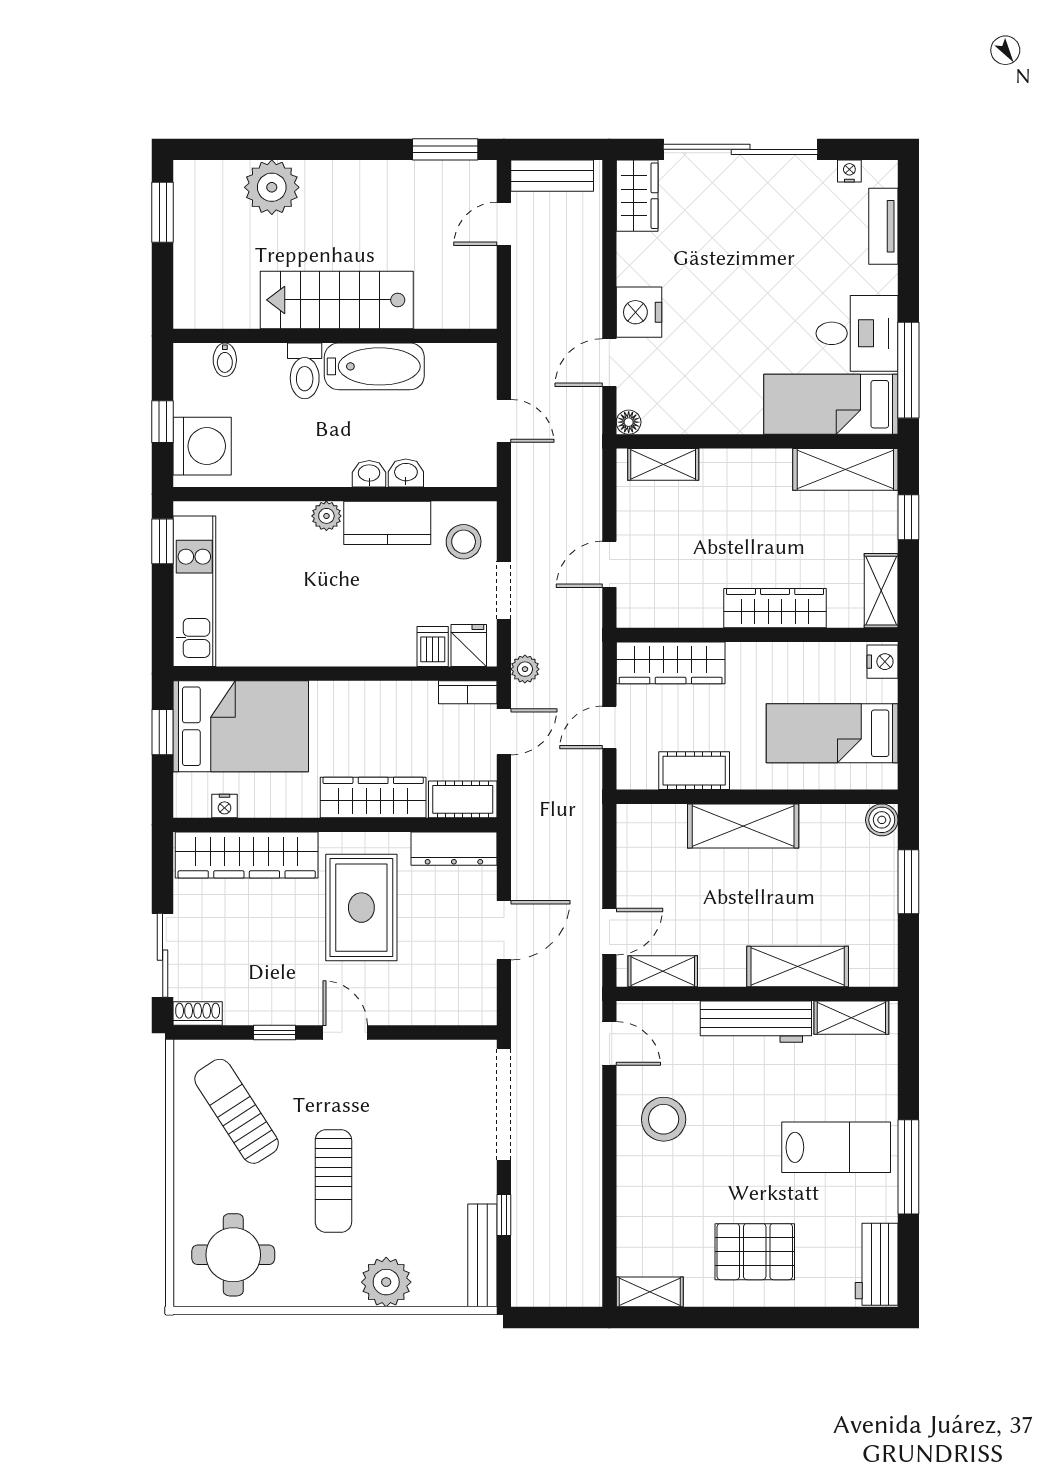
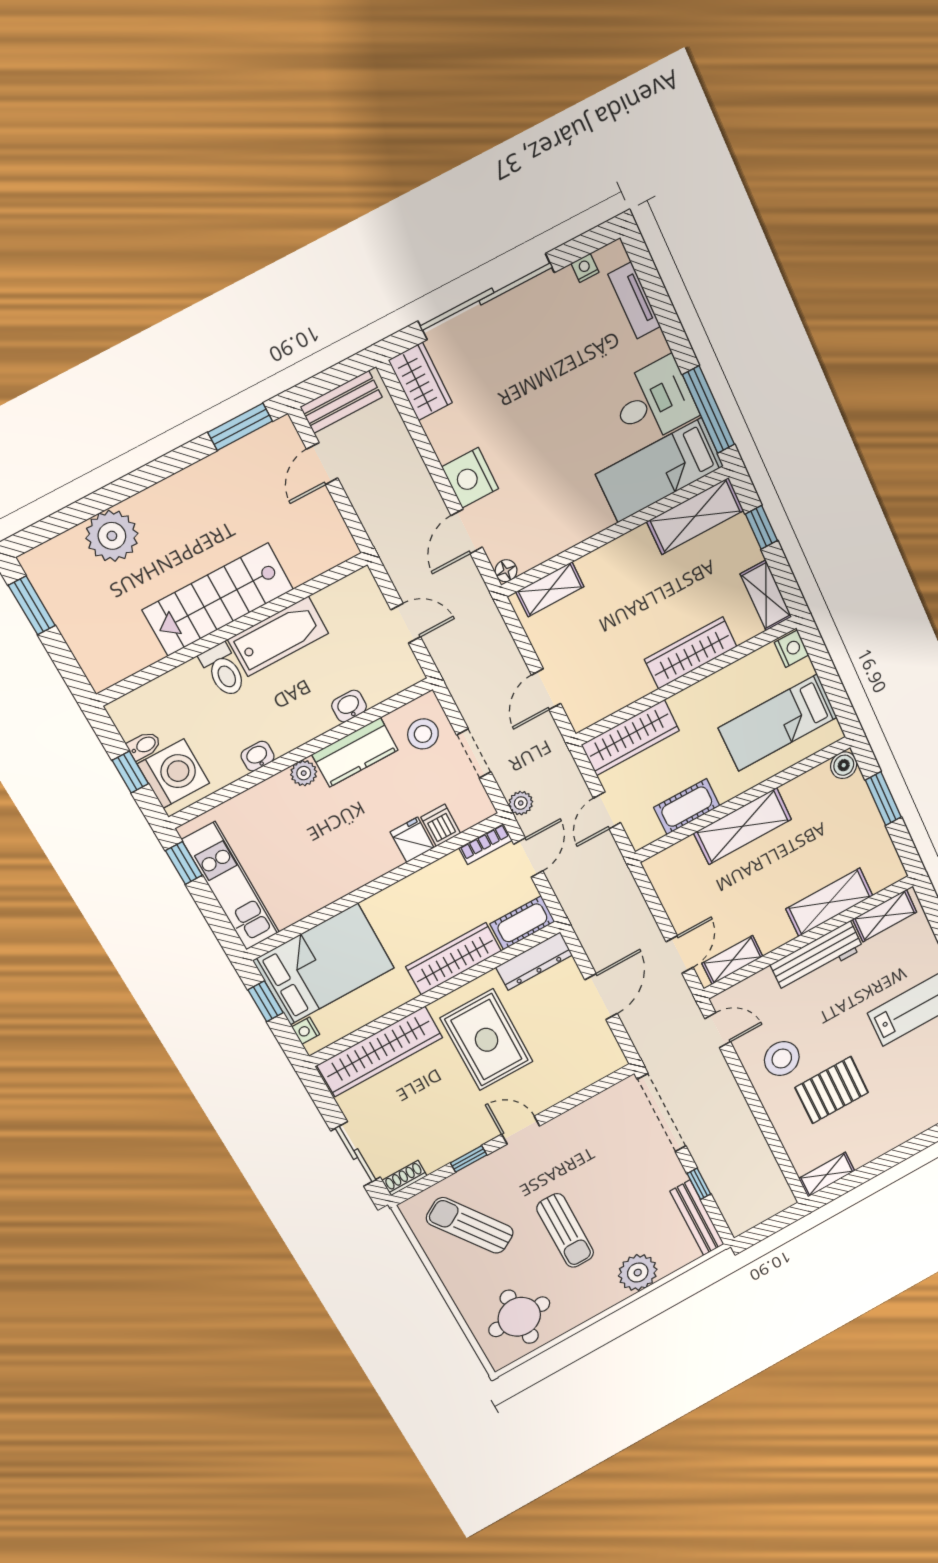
bidet: (225, 360) -> (144, 745), moved, turned -90
washbasin: (369, 474) -> (258, 756), moved
fridge: (469, 646) -> (412, 840), moved
nightstand: (225, 806) -> (306, 1031), moved, turned 90
pallet: (755, 1252) -> (832, 1090), moved

